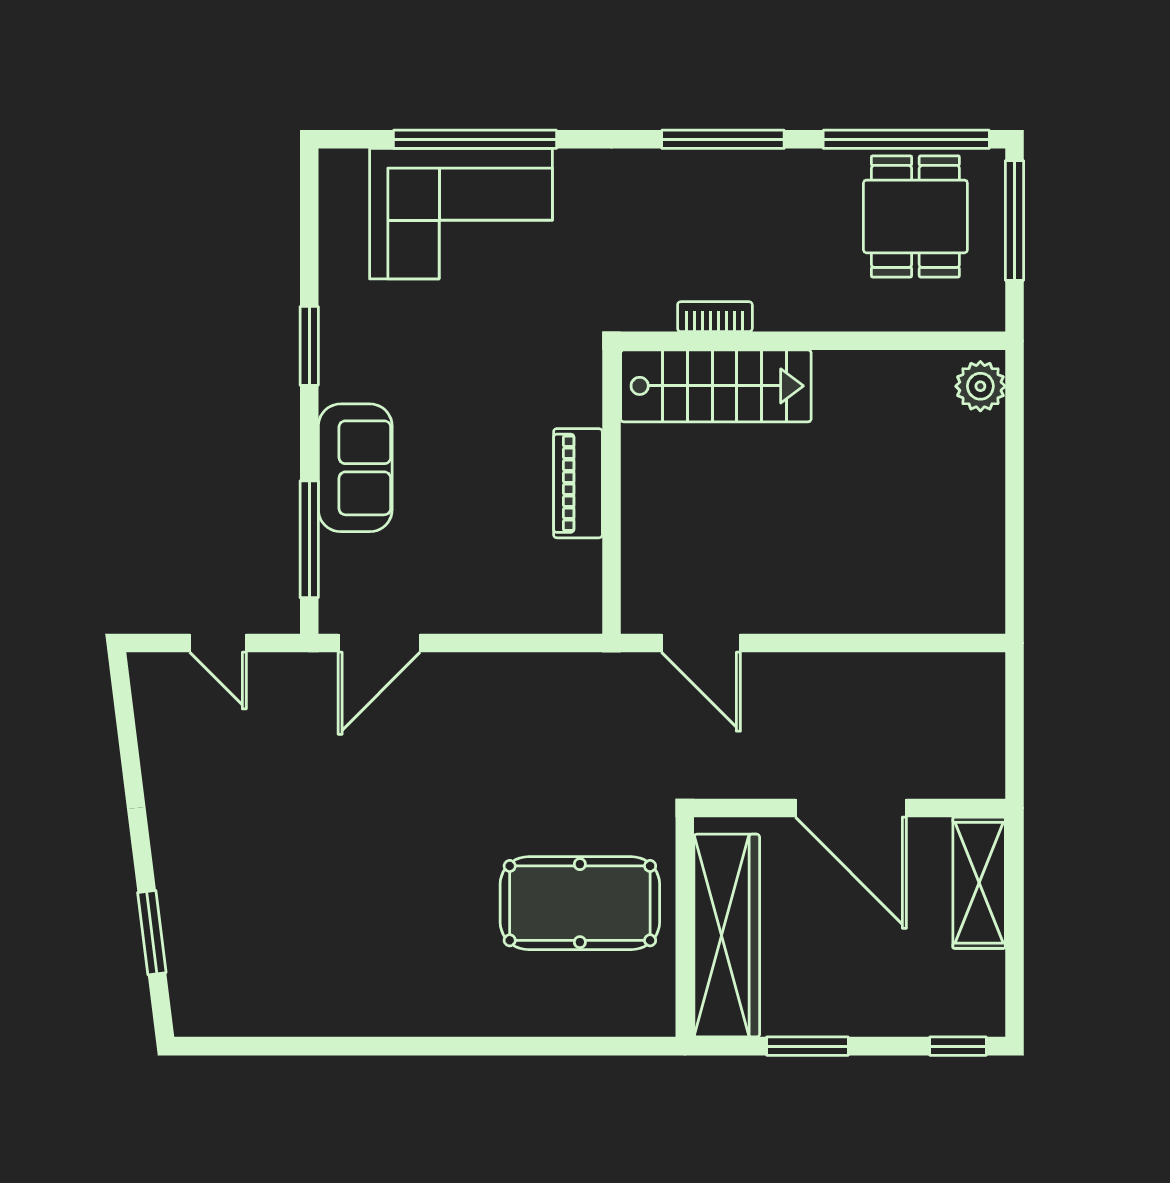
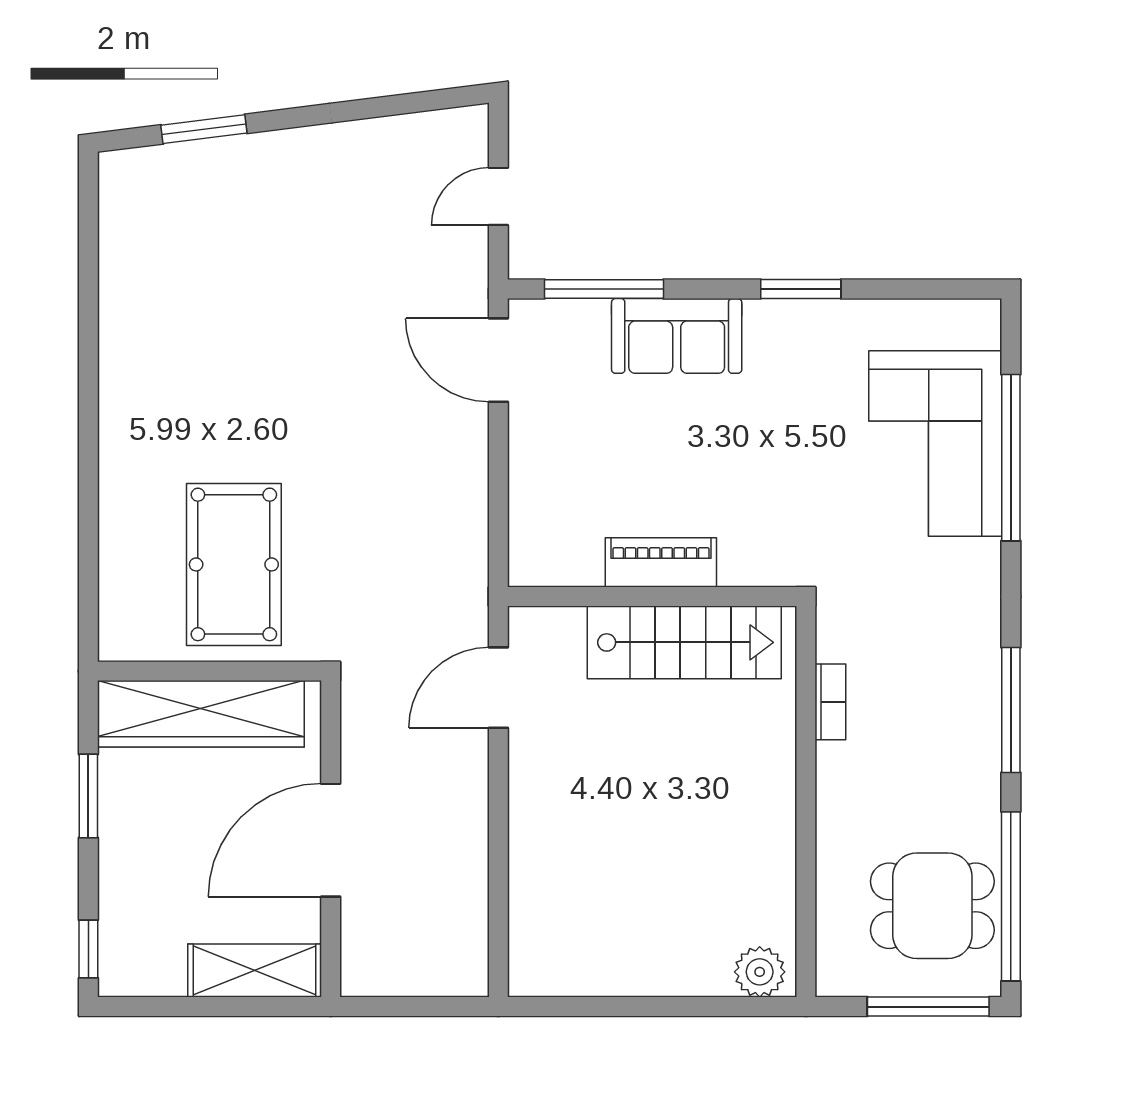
stairs: (716, 386) -> (684, 642), moved, turned -90

